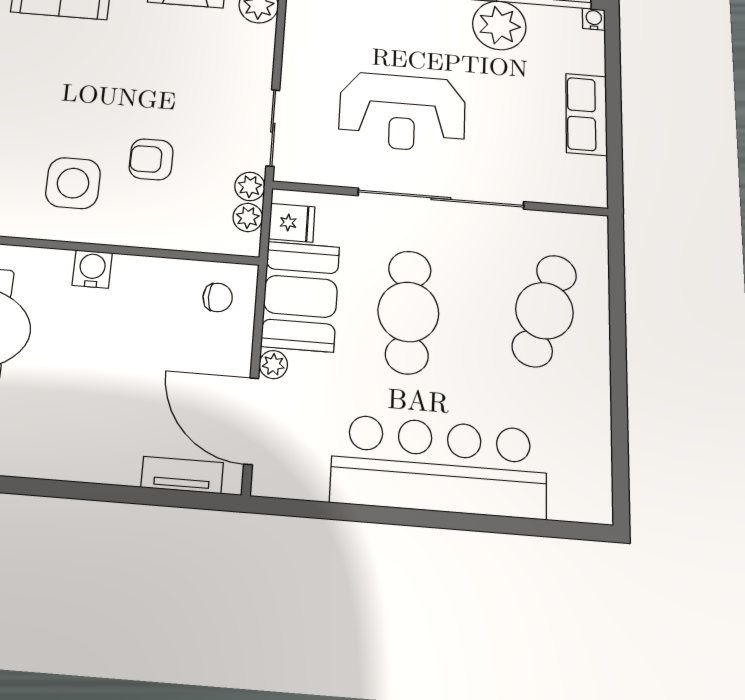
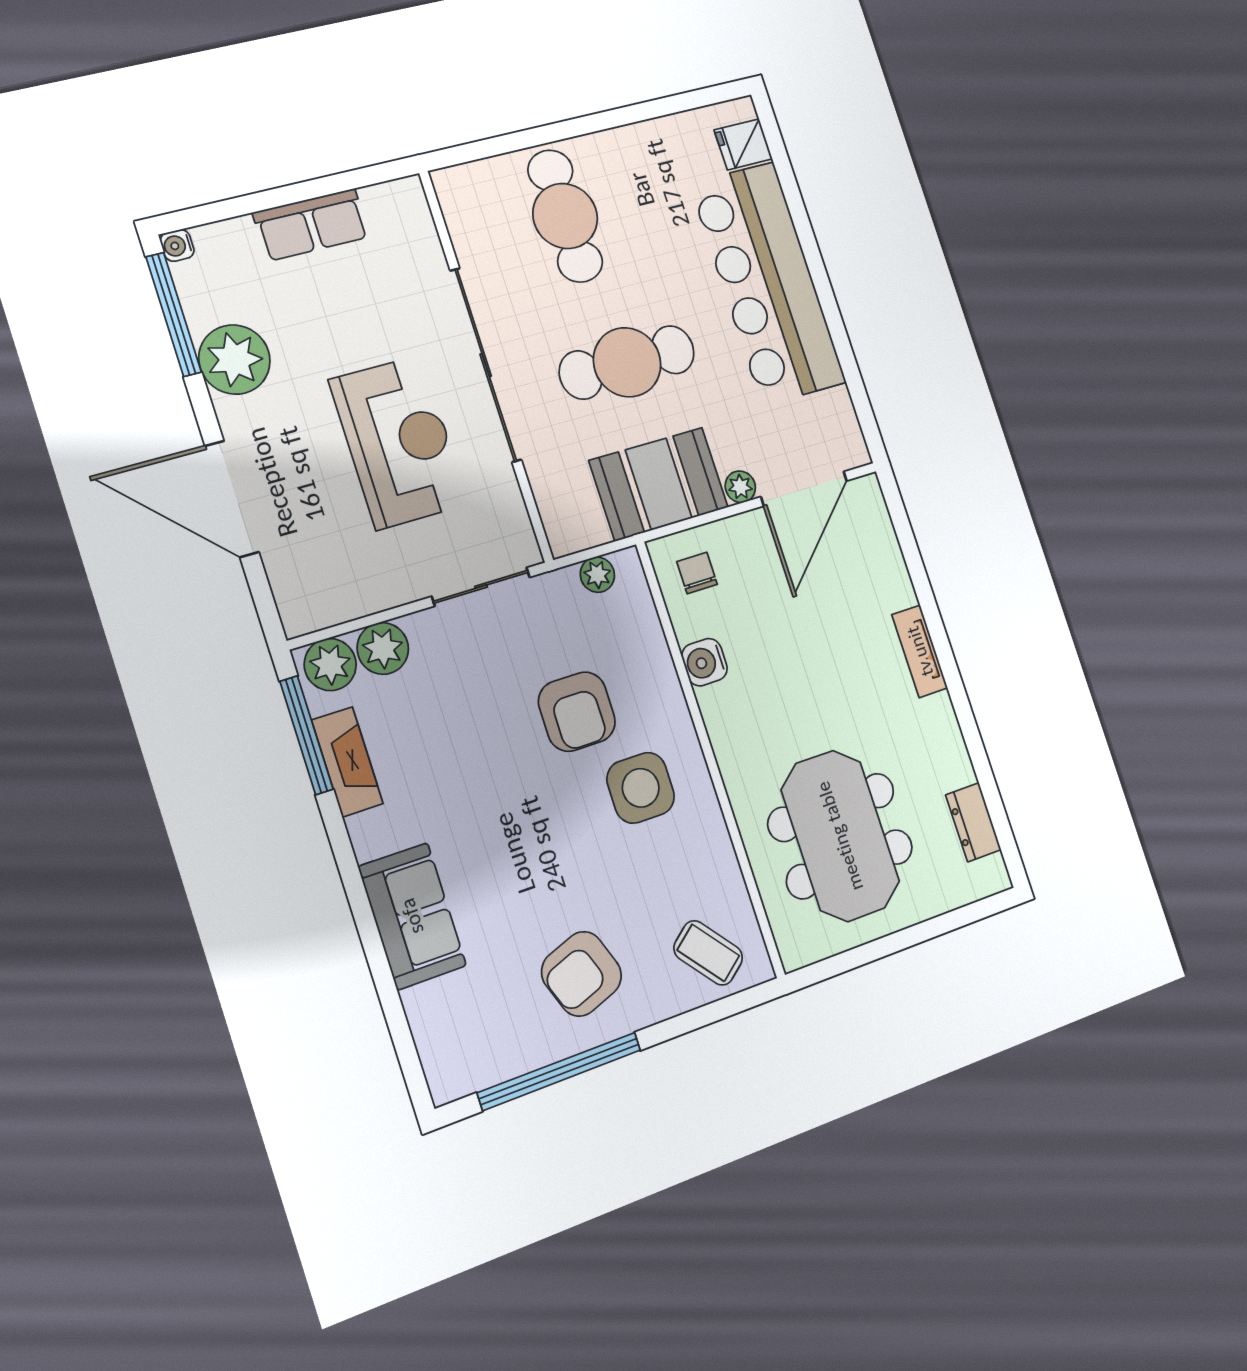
armchair: (151, 159) -> (577, 712), width x1.38, depth x1.38
plant: (250, 186) -> (383, 648), moved, width x1.38, depth x1.38
fridge: (292, 223) -> (743, 144), moved, turned -90
water cooler: (92, 269) -> (704, 662), moved
cafe table: (544, 311) -> (565, 216), turned 73
tv unit: (182, 475) -> (920, 651), moved

